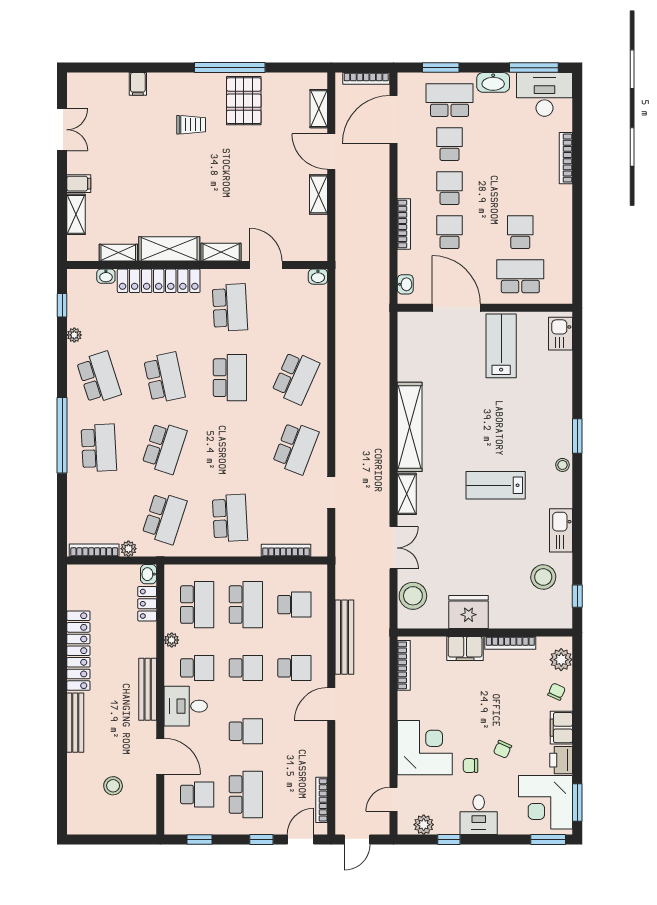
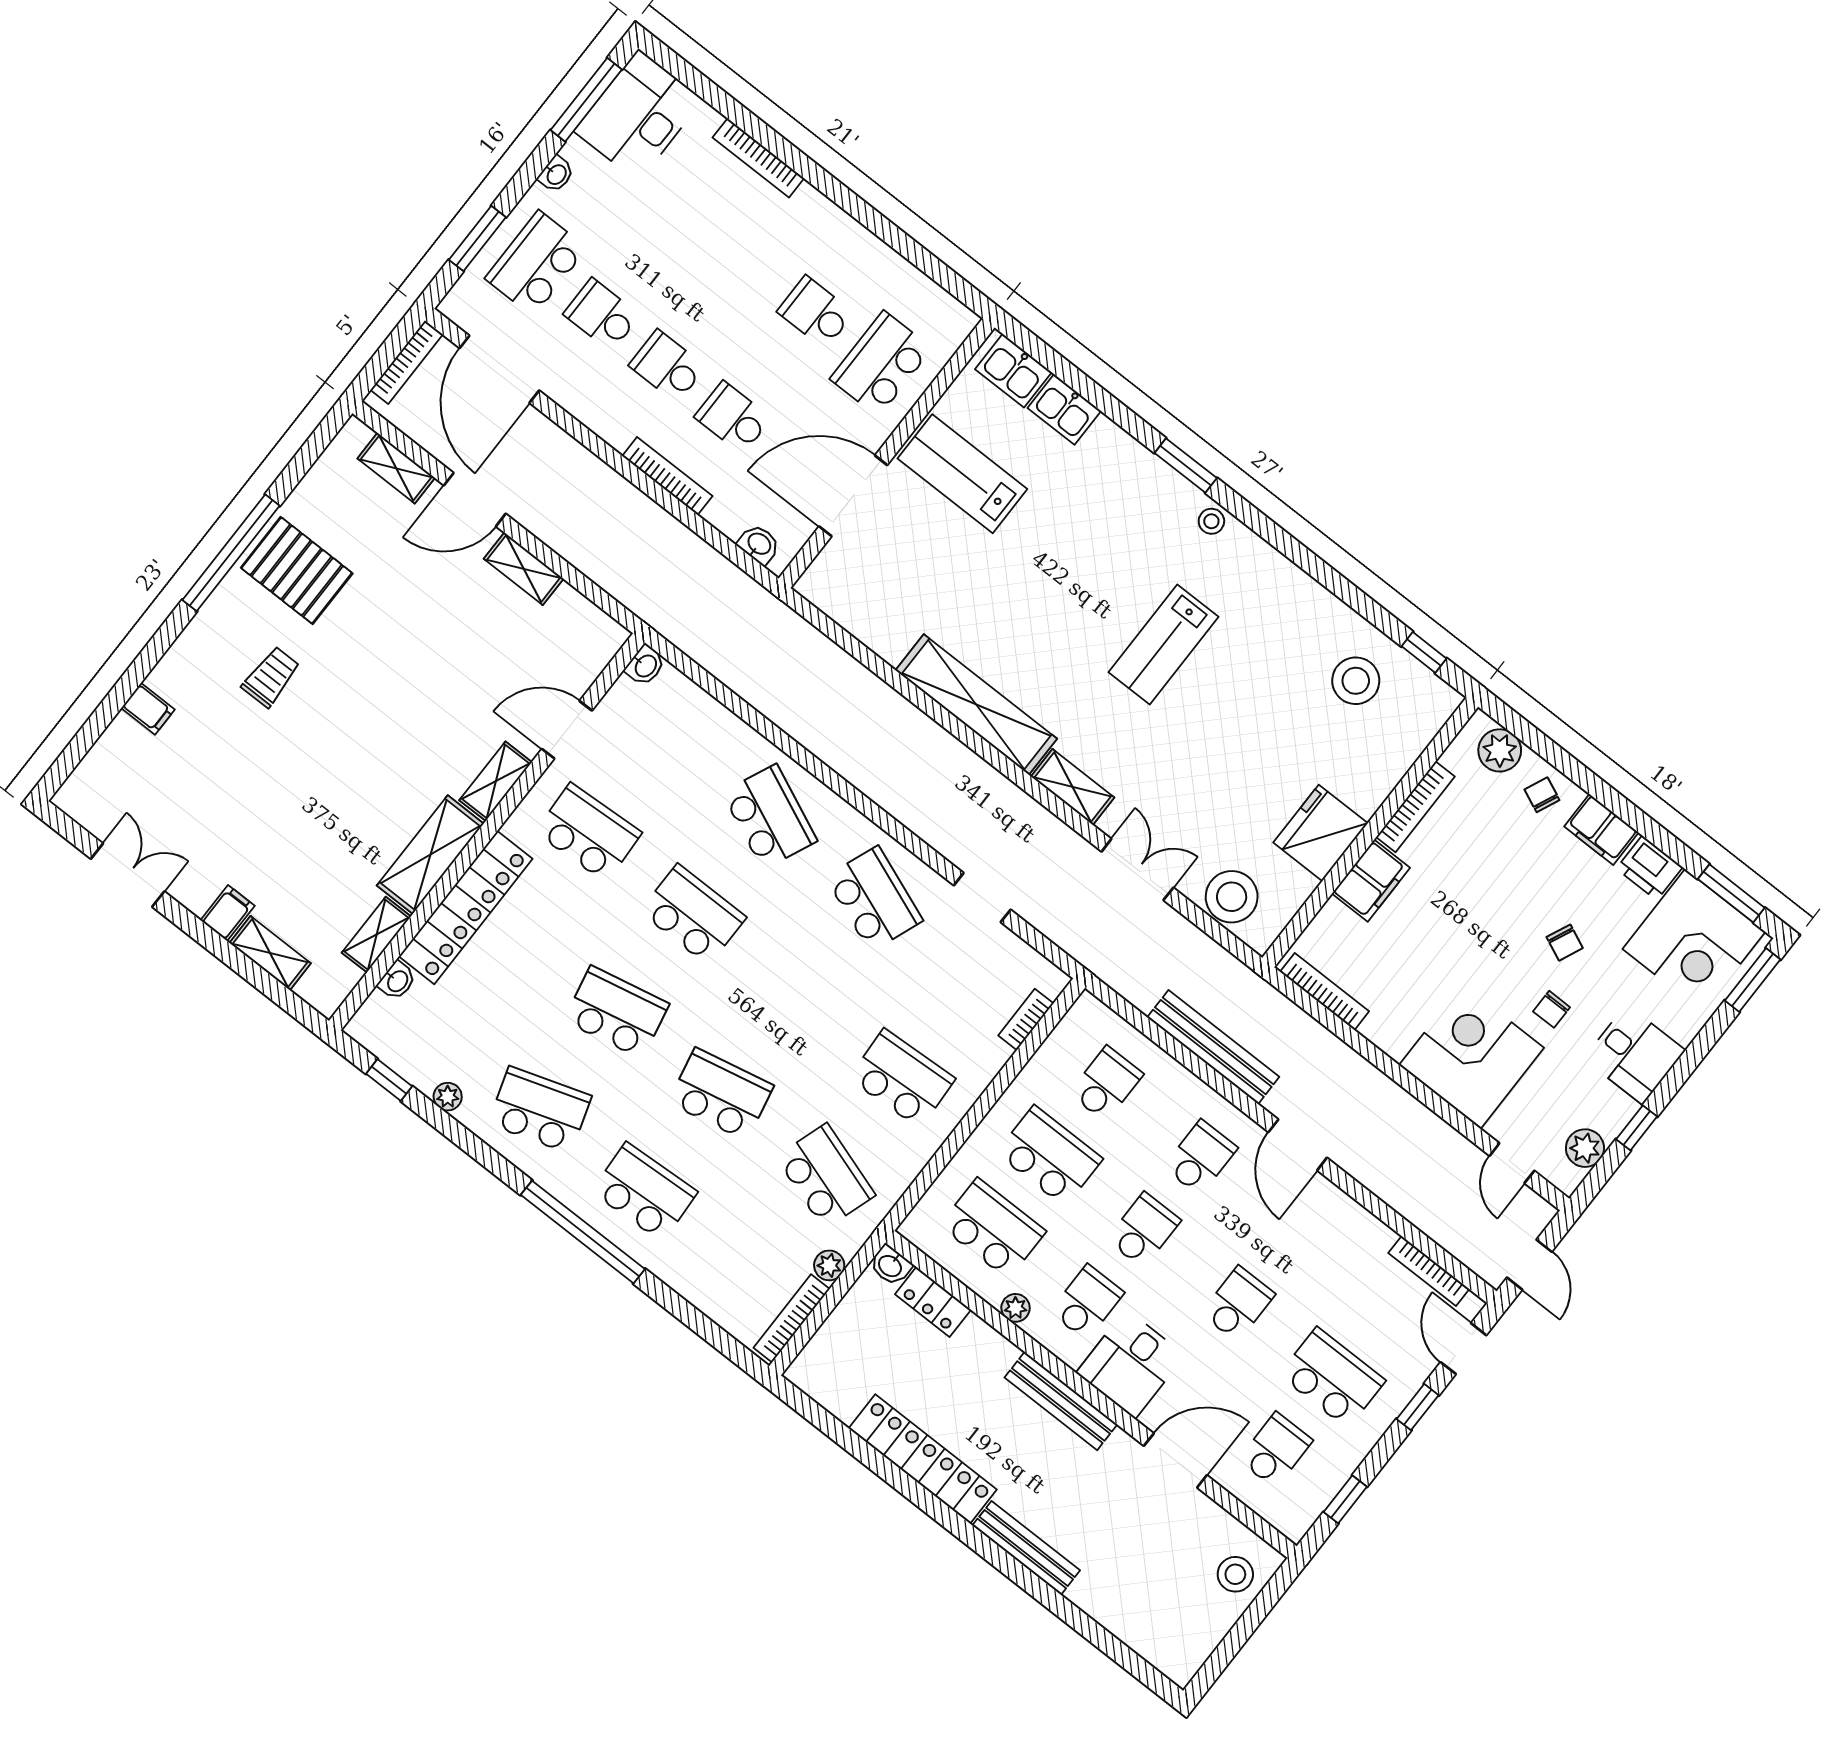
washbasin: (493, 82) -> (556, 174), width x0.52, depth x0.69
school desk: (164, 448) -> (721, 1094), turned -30
kitchen sink: (561, 530) -> (1064, 409), moved, width x0.73
bookcase: (286, 550) -> (1026, 1020), width x0.64
stool: (113, 786) -> (1235, 1574), moved

